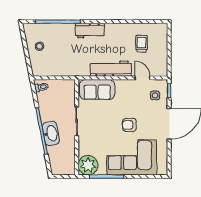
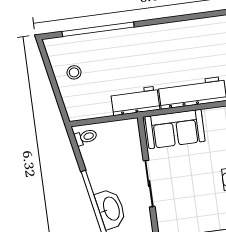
workbench: (90, 31) -> (135, 101), moved, turned 180

